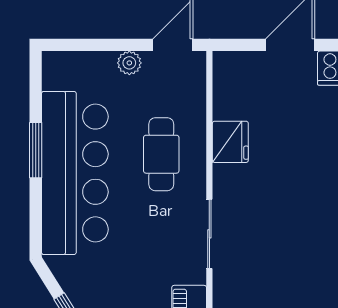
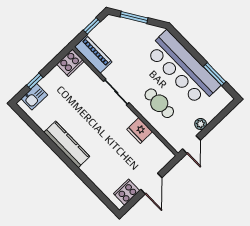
window: (36, 150) -> (215, 74), moved

